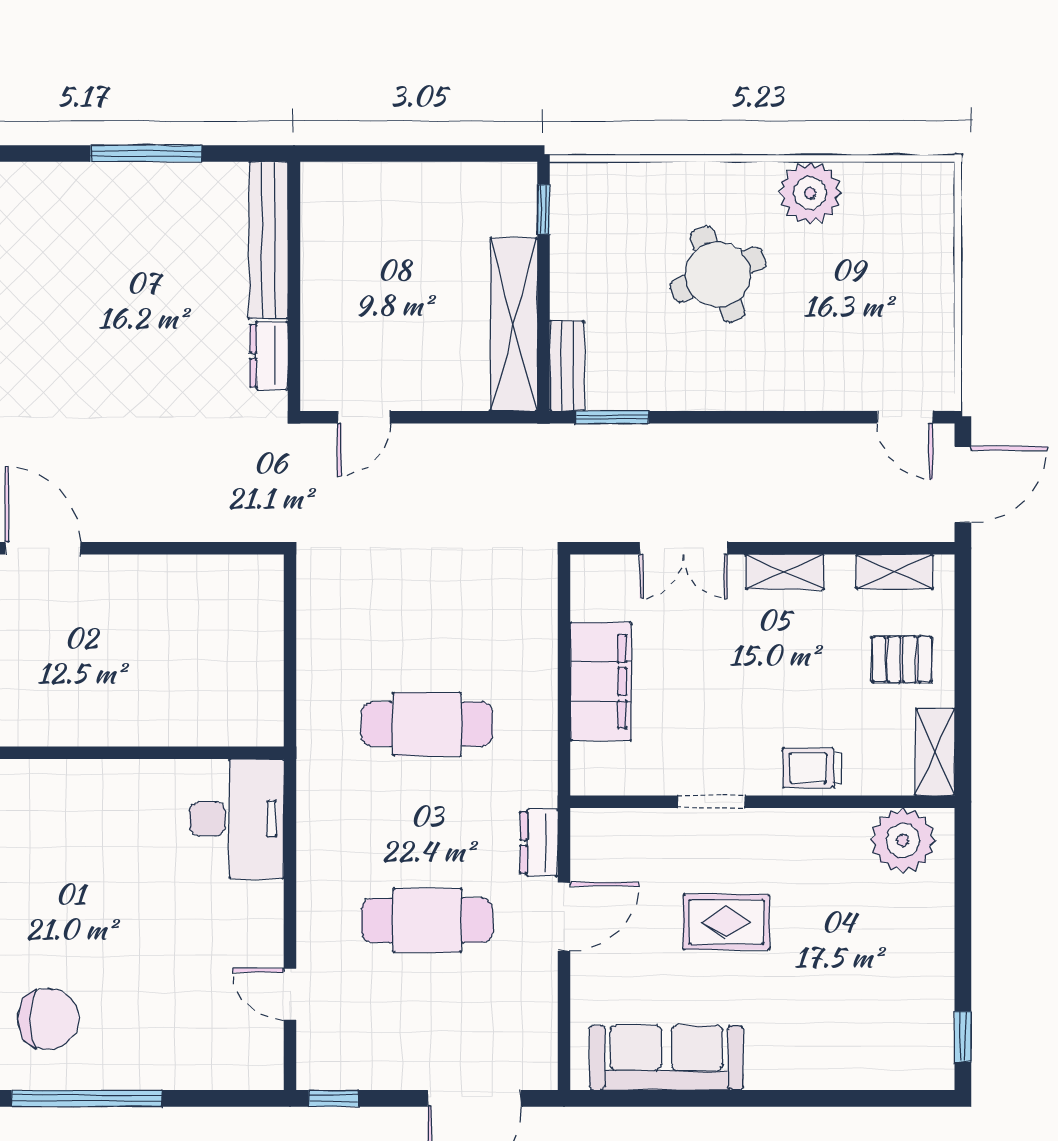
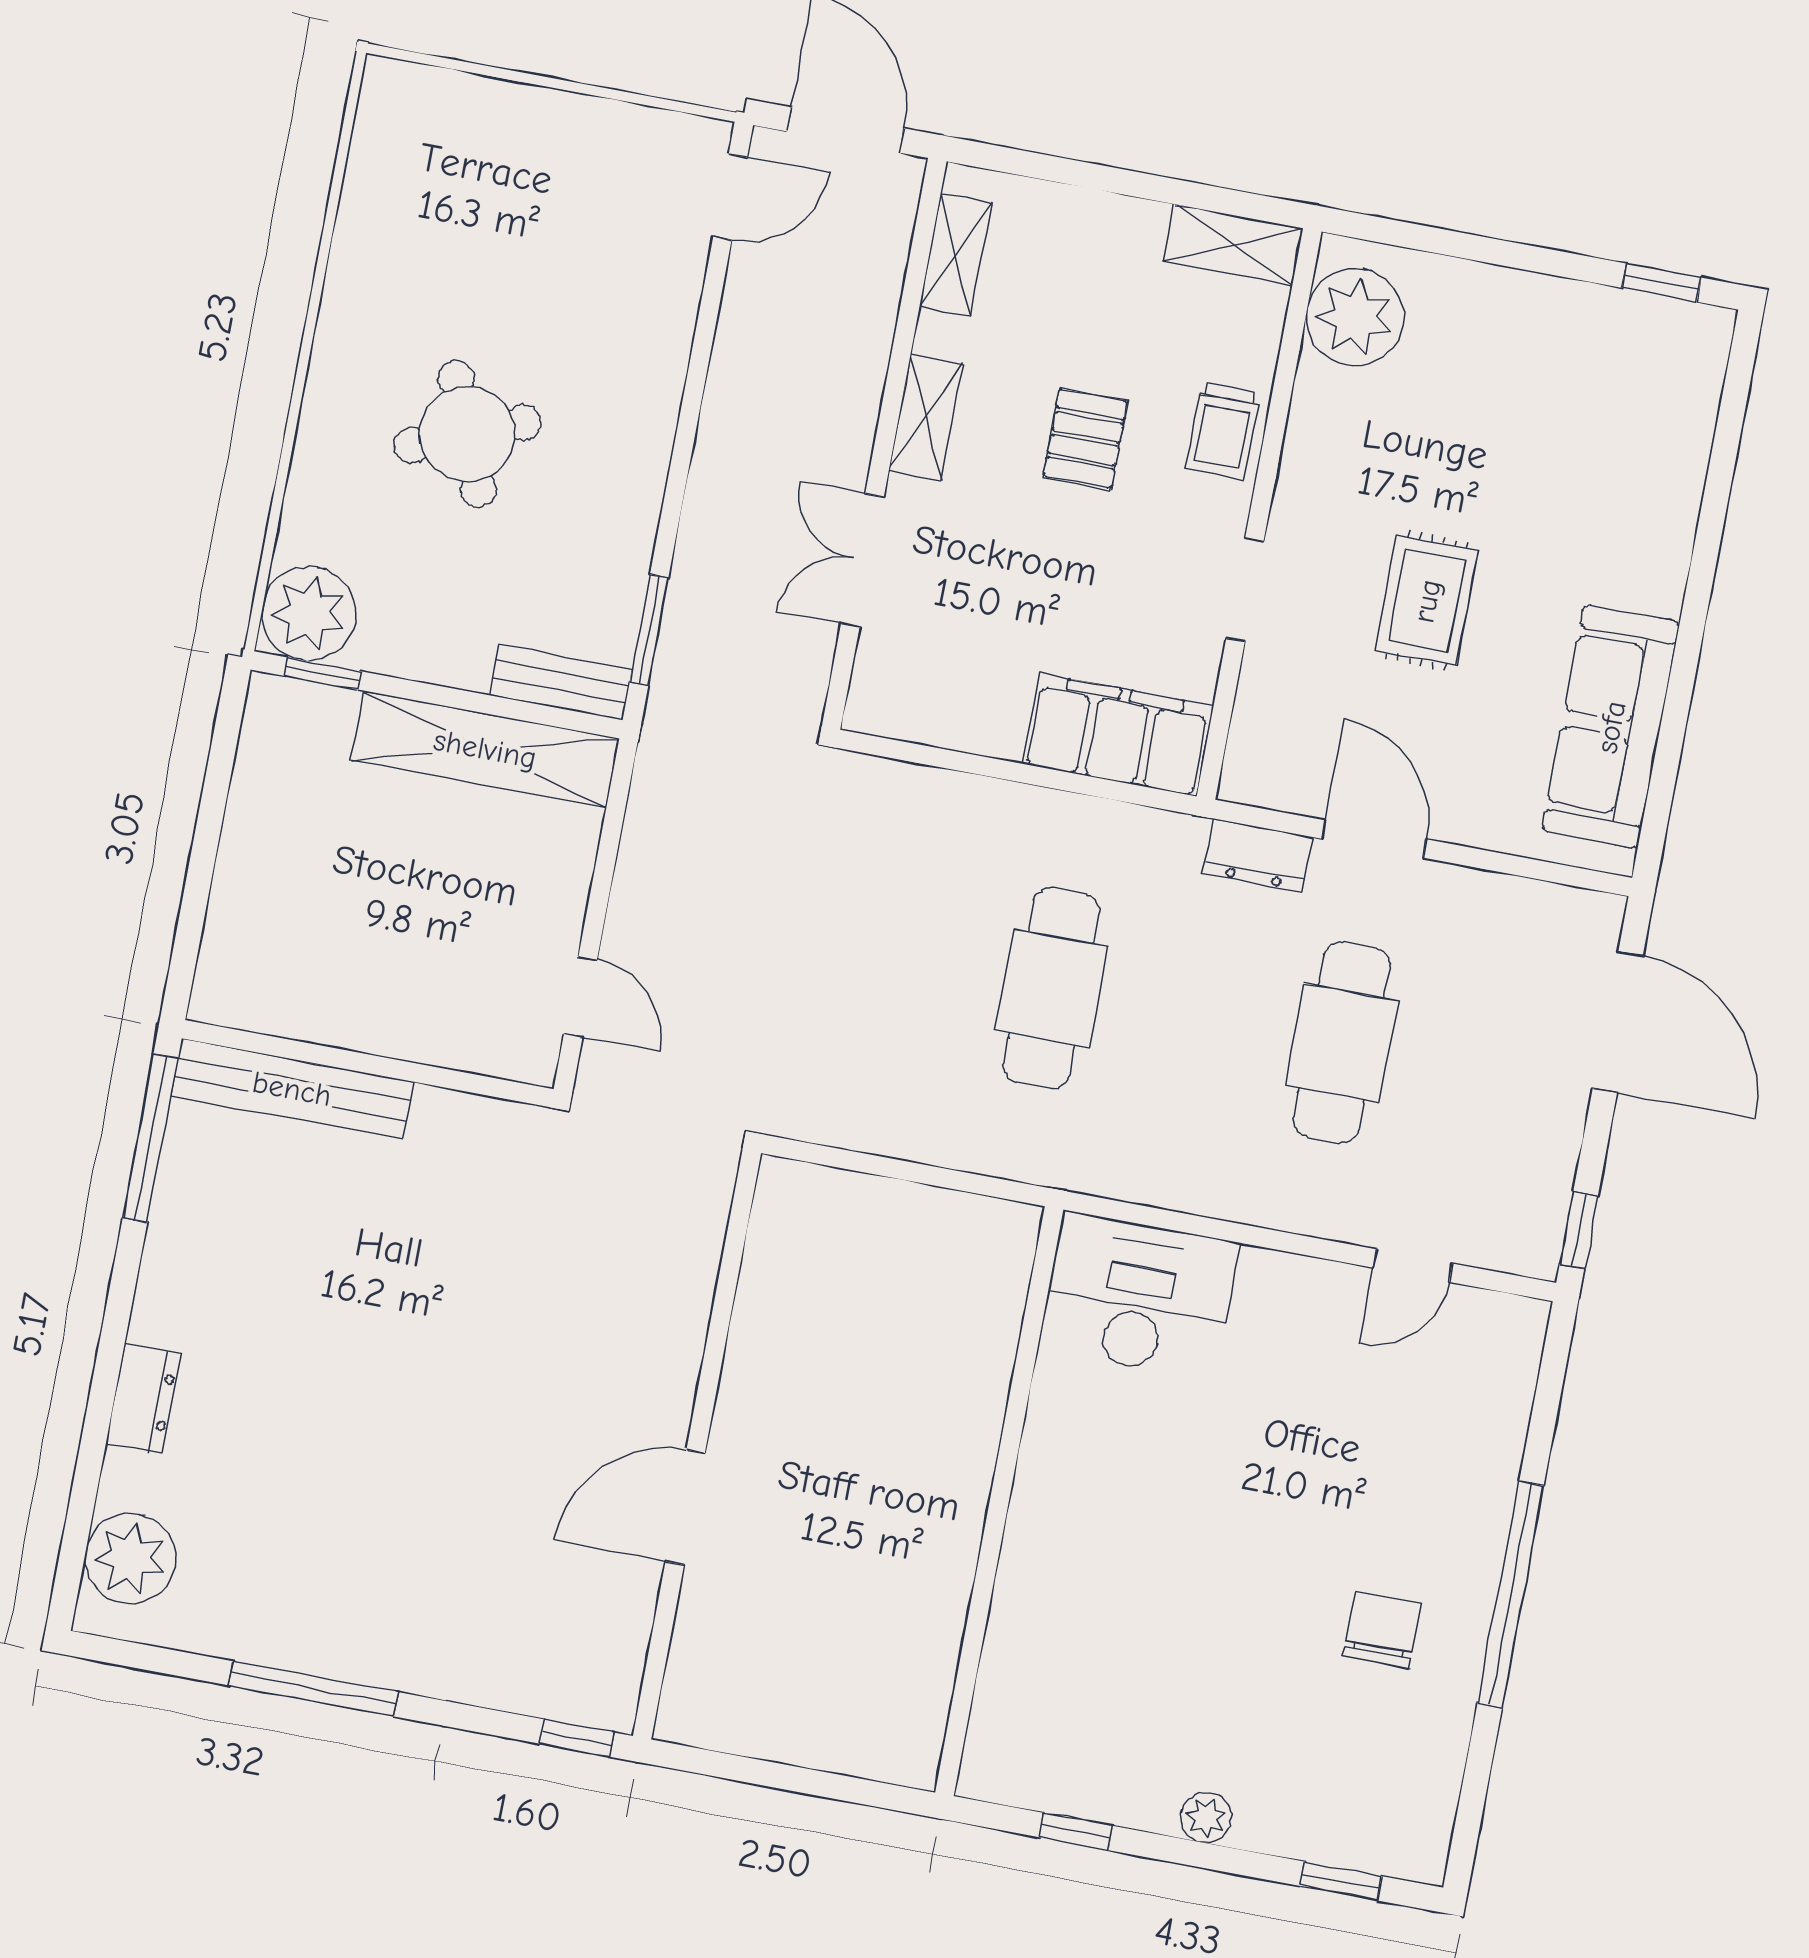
window: (146, 153) -> (150, 1138), moved
plant: (810, 193) -> (309, 614), moved
dresser: (269, 356) -> (143, 1399), moved, turned -90
double door: (684, 548) -> (862, 560), swing flipped
pallet: (902, 660) -> (1085, 438), moved
filing cabinet: (601, 681) -> (1118, 735), moved
chair: (48, 1019) -> (1382, 1630), width x0.73, depth x0.73

